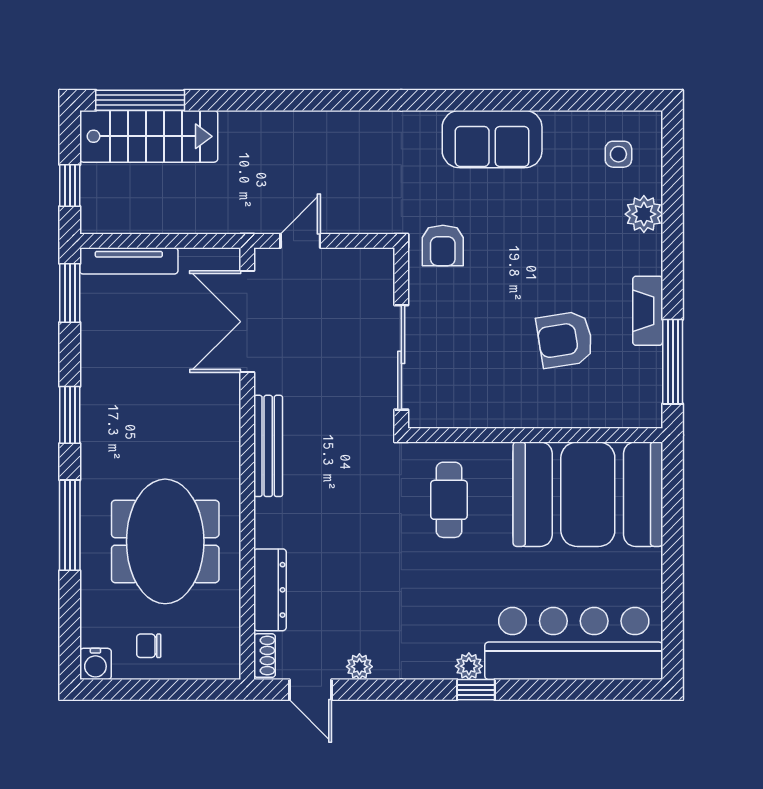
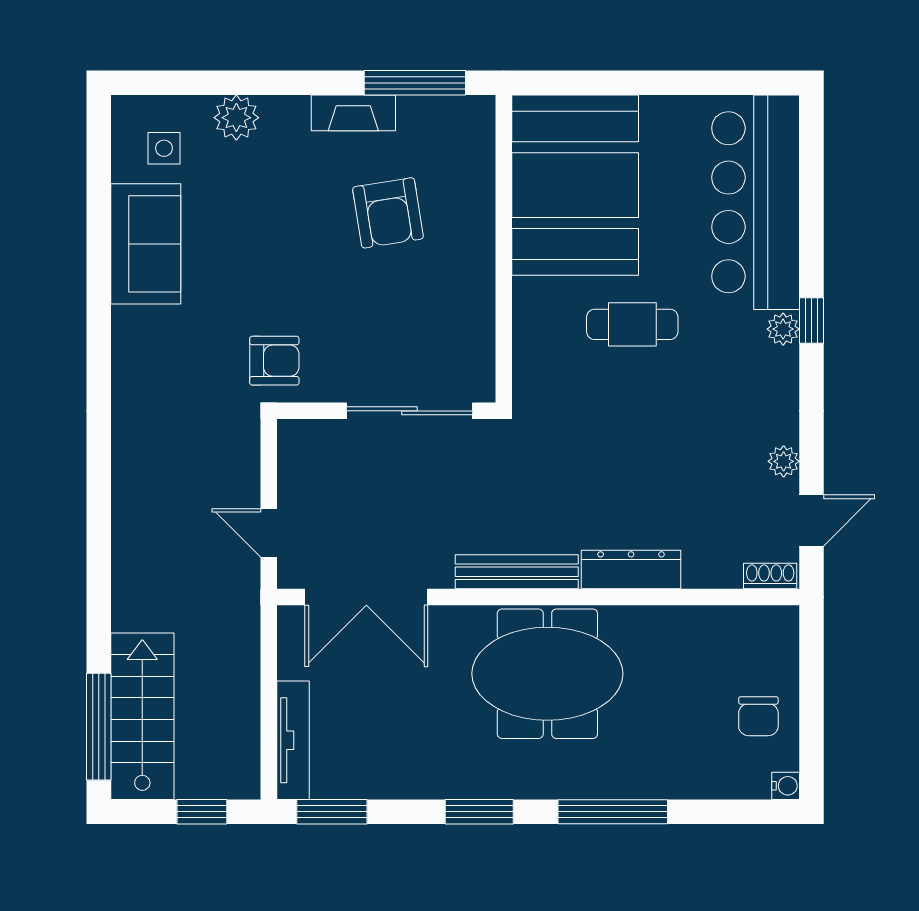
sofa: (492, 139) -> (146, 244), moved
cafe table: (449, 500) -> (632, 324), moved
meeting table: (165, 541) -> (547, 674), moved
dresser: (270, 590) -> (631, 570), moved
chair: (149, 646) -> (758, 716), width x1.37, depth x1.37
water cooler: (95, 664) -> (786, 786), width x0.72, depth x0.72

